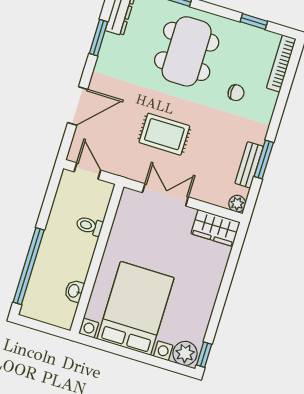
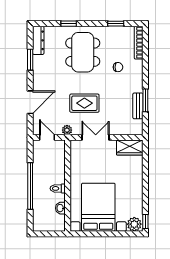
plant: (237, 204) -> (67, 130), moved
toilet: (89, 226) -> (58, 188), moved
window: (29, 266) -> (30, 186), moved

